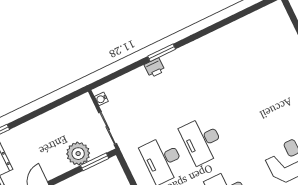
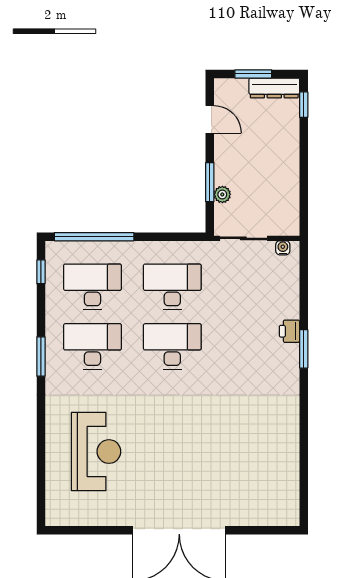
plant: (78, 154) -> (222, 194), width x0.53, depth x0.53
window: (95, 162) -> (210, 182), moved

